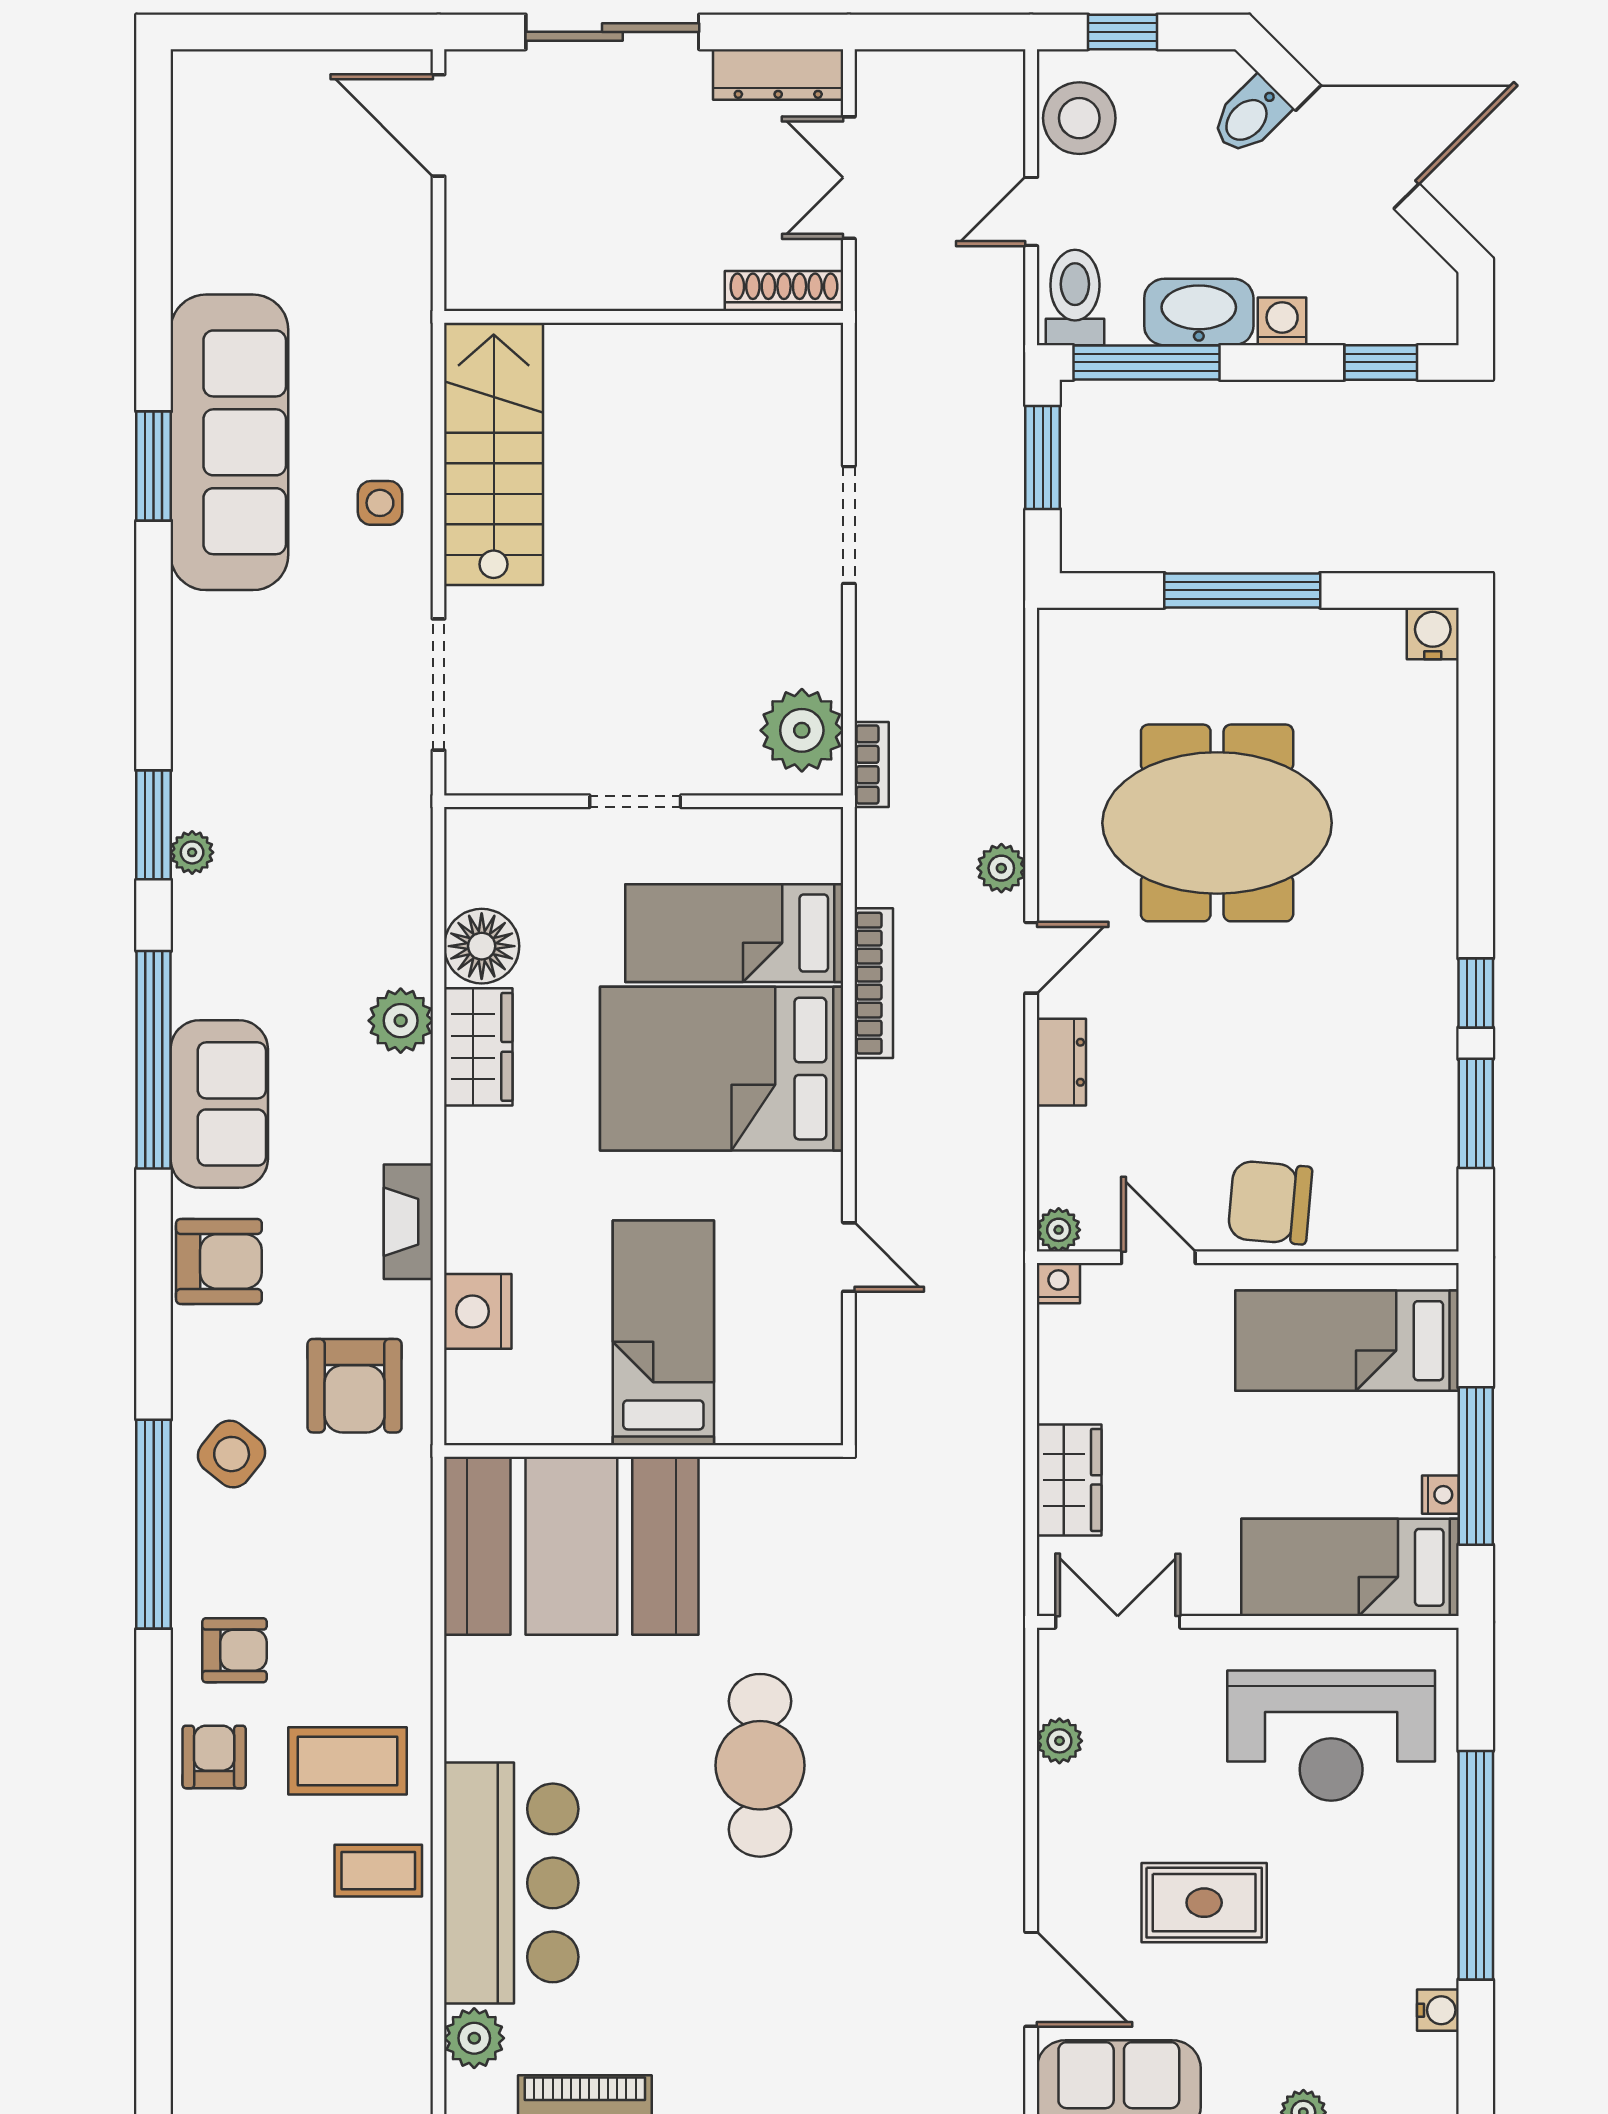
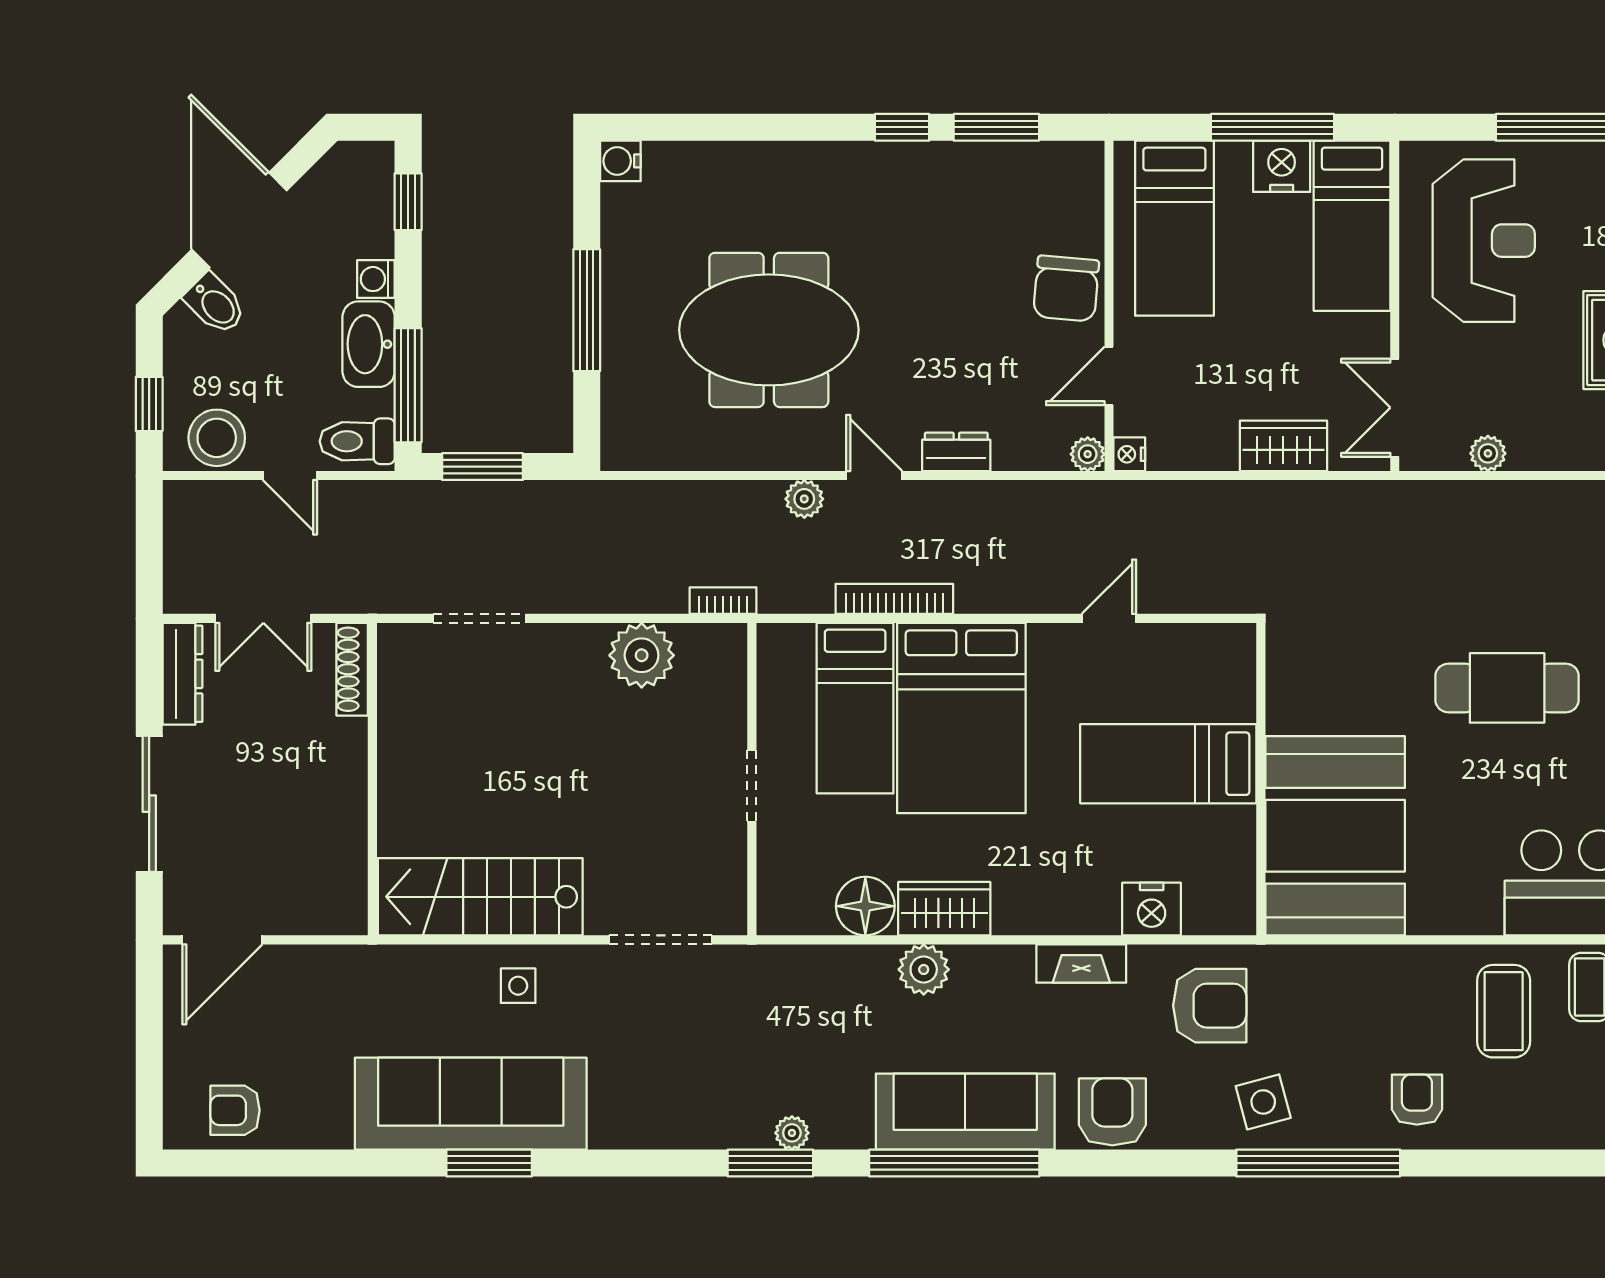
doorway: (849, 525) -> (479, 618), moved
plant: (802, 730) -> (642, 655), moved
meeting table: (1217, 823) -> (769, 330), turned 90
sofa: (219, 1104) -> (965, 1112), width x1.36
side table: (232, 1454) -> (1263, 1102), turned 36
nightstand: (1440, 1495) -> (1282, 166), width x1.89, depth x1.79
armchair: (214, 1757) -> (235, 1110), moved

